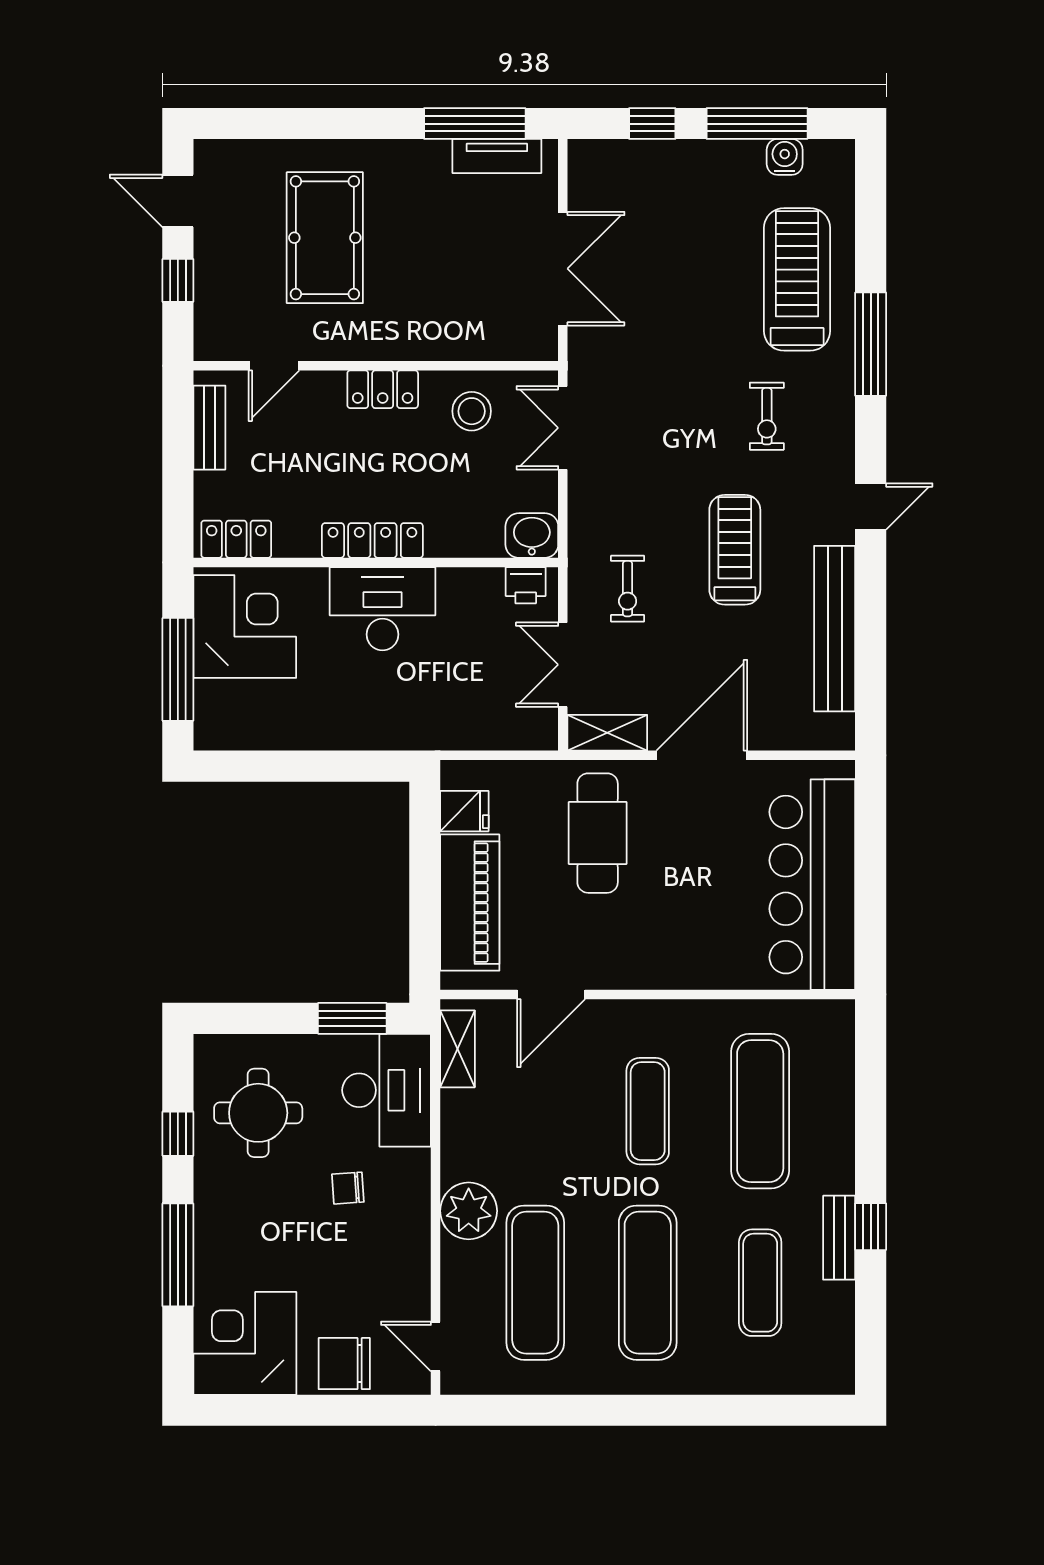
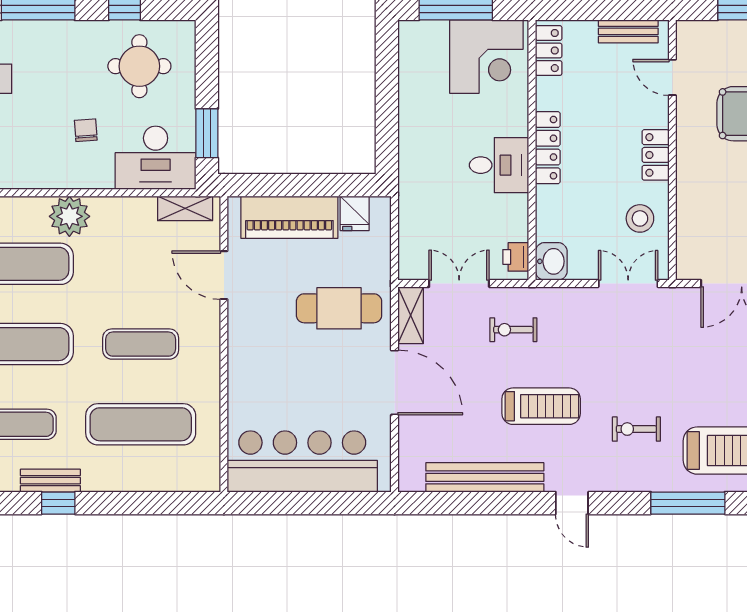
desk: (382, 609) -> (499, 165), width x0.73

